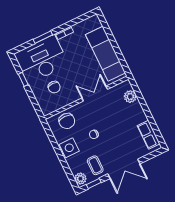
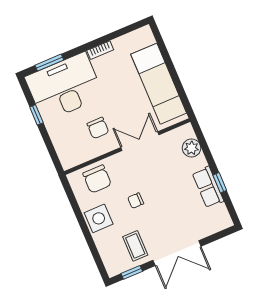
window: (43, 37) -> (49, 63), moved
chair: (54, 87) -> (98, 128), moved
window: (151, 119) -> (220, 183), added
row of seats: (149, 135) -> (208, 187), moved
plant: (80, 179) -> (113, 264), removed

